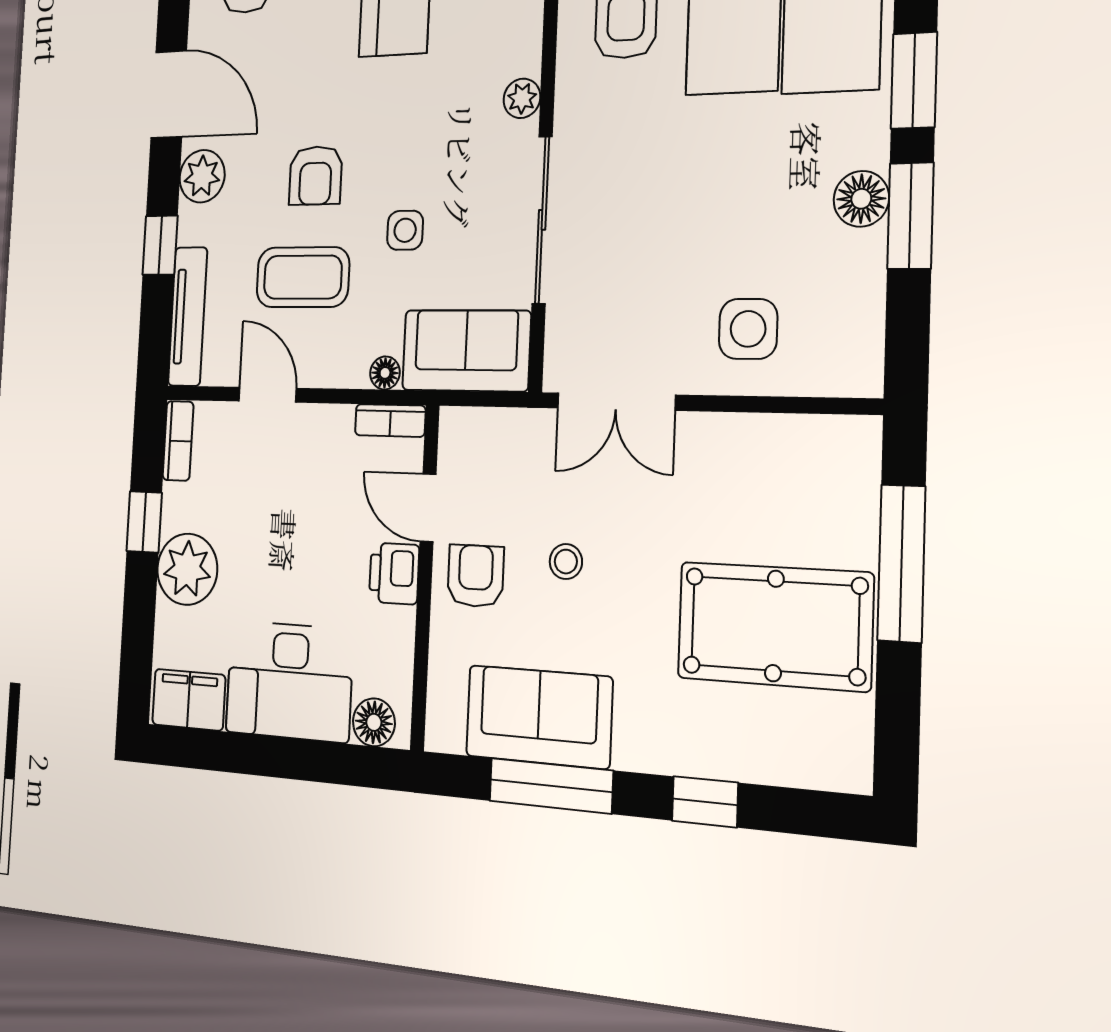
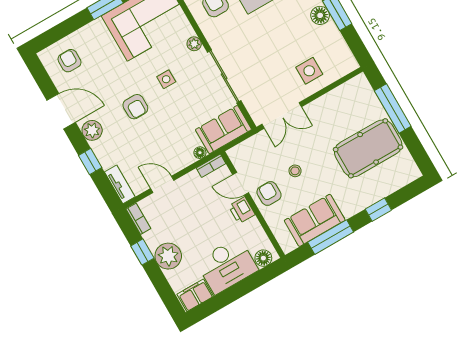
side table: (405, 230) -> (166, 79), moved
coffee table: (303, 277) -> (151, 141), removed
tv unit: (188, 316) -> (120, 184), width x0.71

